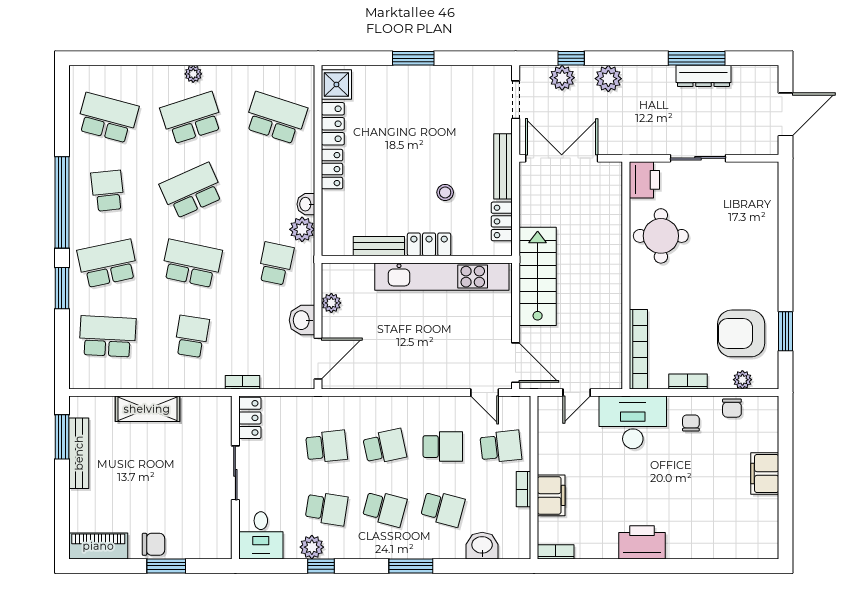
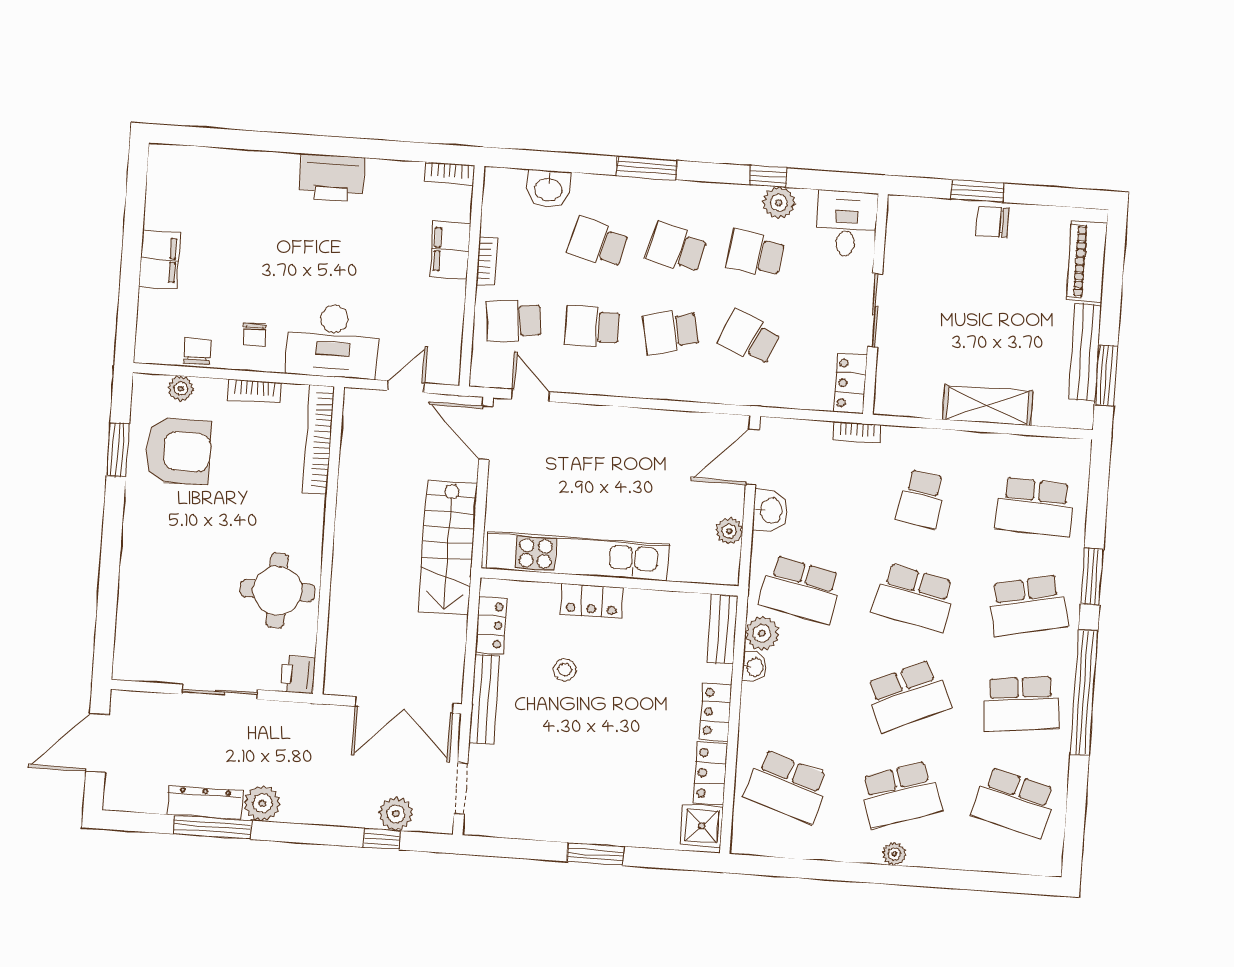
plant: (608, 79) -> (262, 803), moved
printer: (644, 180) -> (298, 675), width x0.73, depth x0.81
school desk: (108, 191) -> (1021, 704), width x1.85
bench: (379, 246) -> (722, 629), moved, turned 90
school desk: (276, 264) -> (801, 590), width x1.85
school desk: (327, 447) -> (749, 337), turned 30
piano: (98, 546) -> (1087, 262), moved, turned 90

